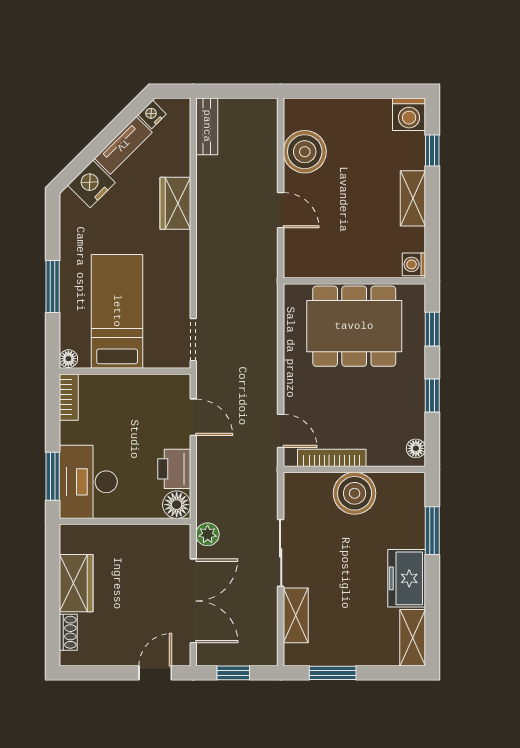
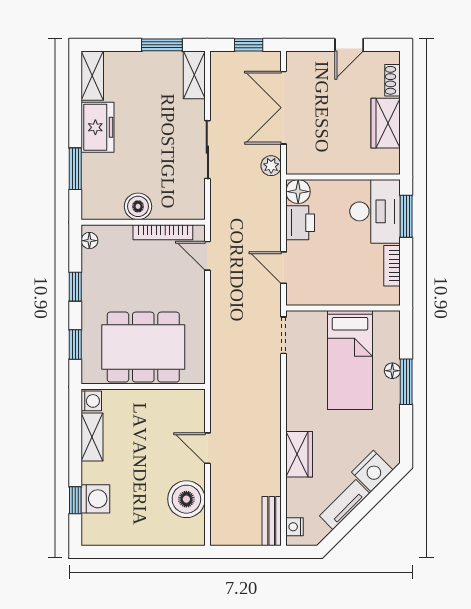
nightstand: (152, 114) -> (295, 527), moved, turned 135
washing machine: (409, 114) -> (95, 499), moved, turned 90
shelving: (413, 198) -> (92, 437), moved
floor lamp: (68, 359) -> (392, 371), moved
bookcase: (69, 397) -> (392, 266), moved
boiler: (355, 493) -> (138, 206), width x0.73, depth x0.73
shelving: (296, 615) -> (194, 75), moved
door: (155, 673) -> (349, 45), moved

